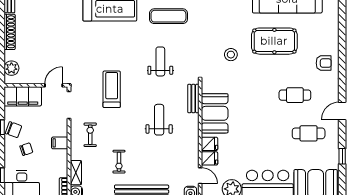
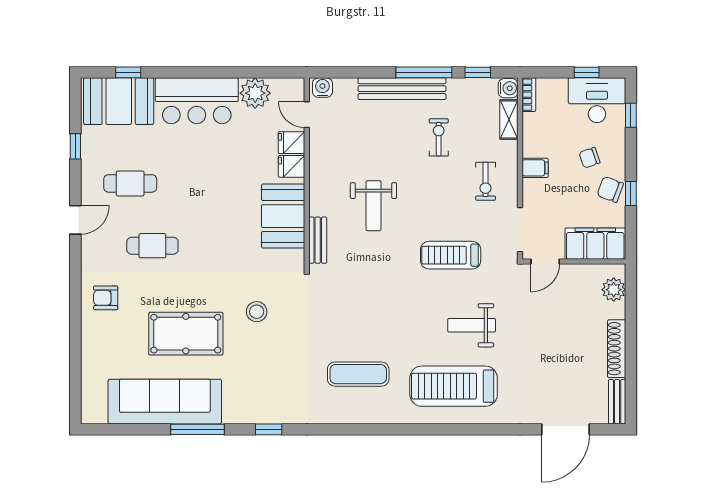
weight bench: (160, 61) -> (472, 325), moved, turned 90
treadmill: (112, 89) -> (451, 255), turned 90

